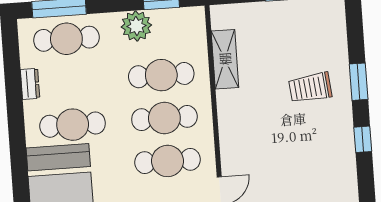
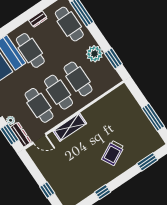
shelving: (225, 59) -> (70, 127), moved
window: (359, 82) -> (147, 162), moved
trolley: (310, 88) -> (113, 153), turned -112

